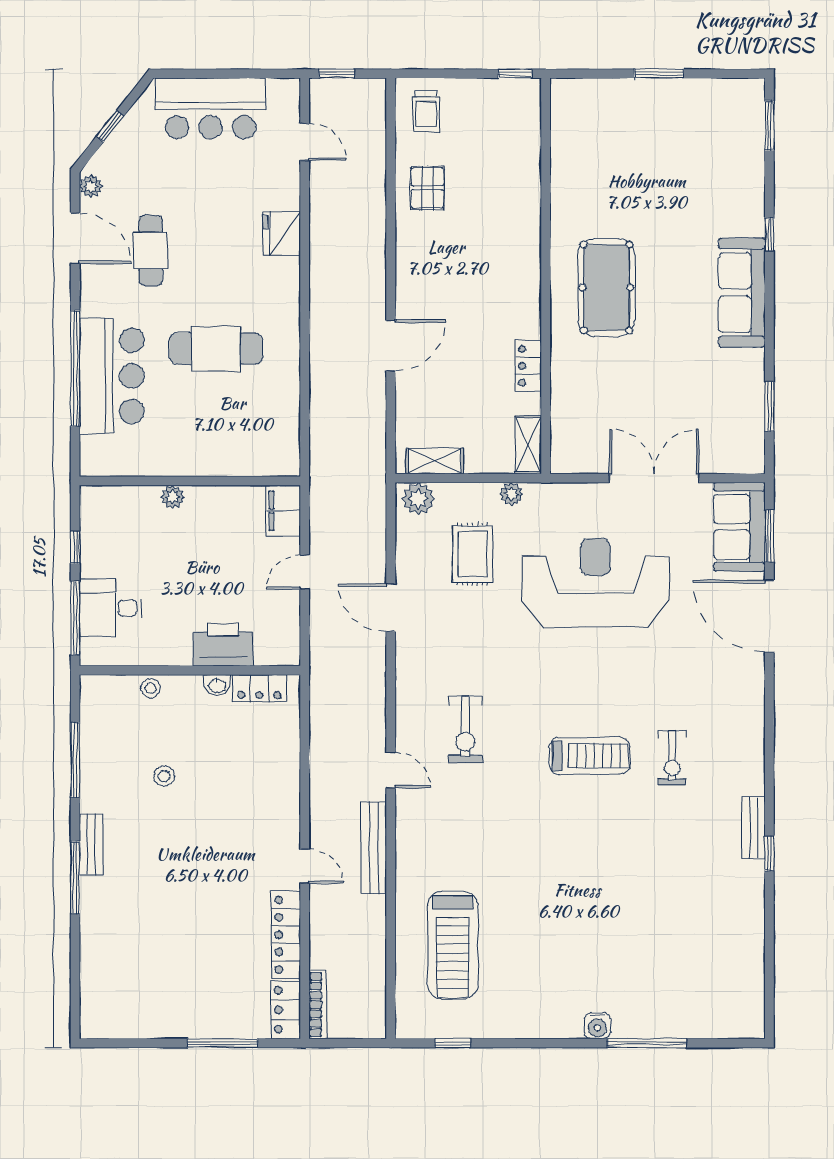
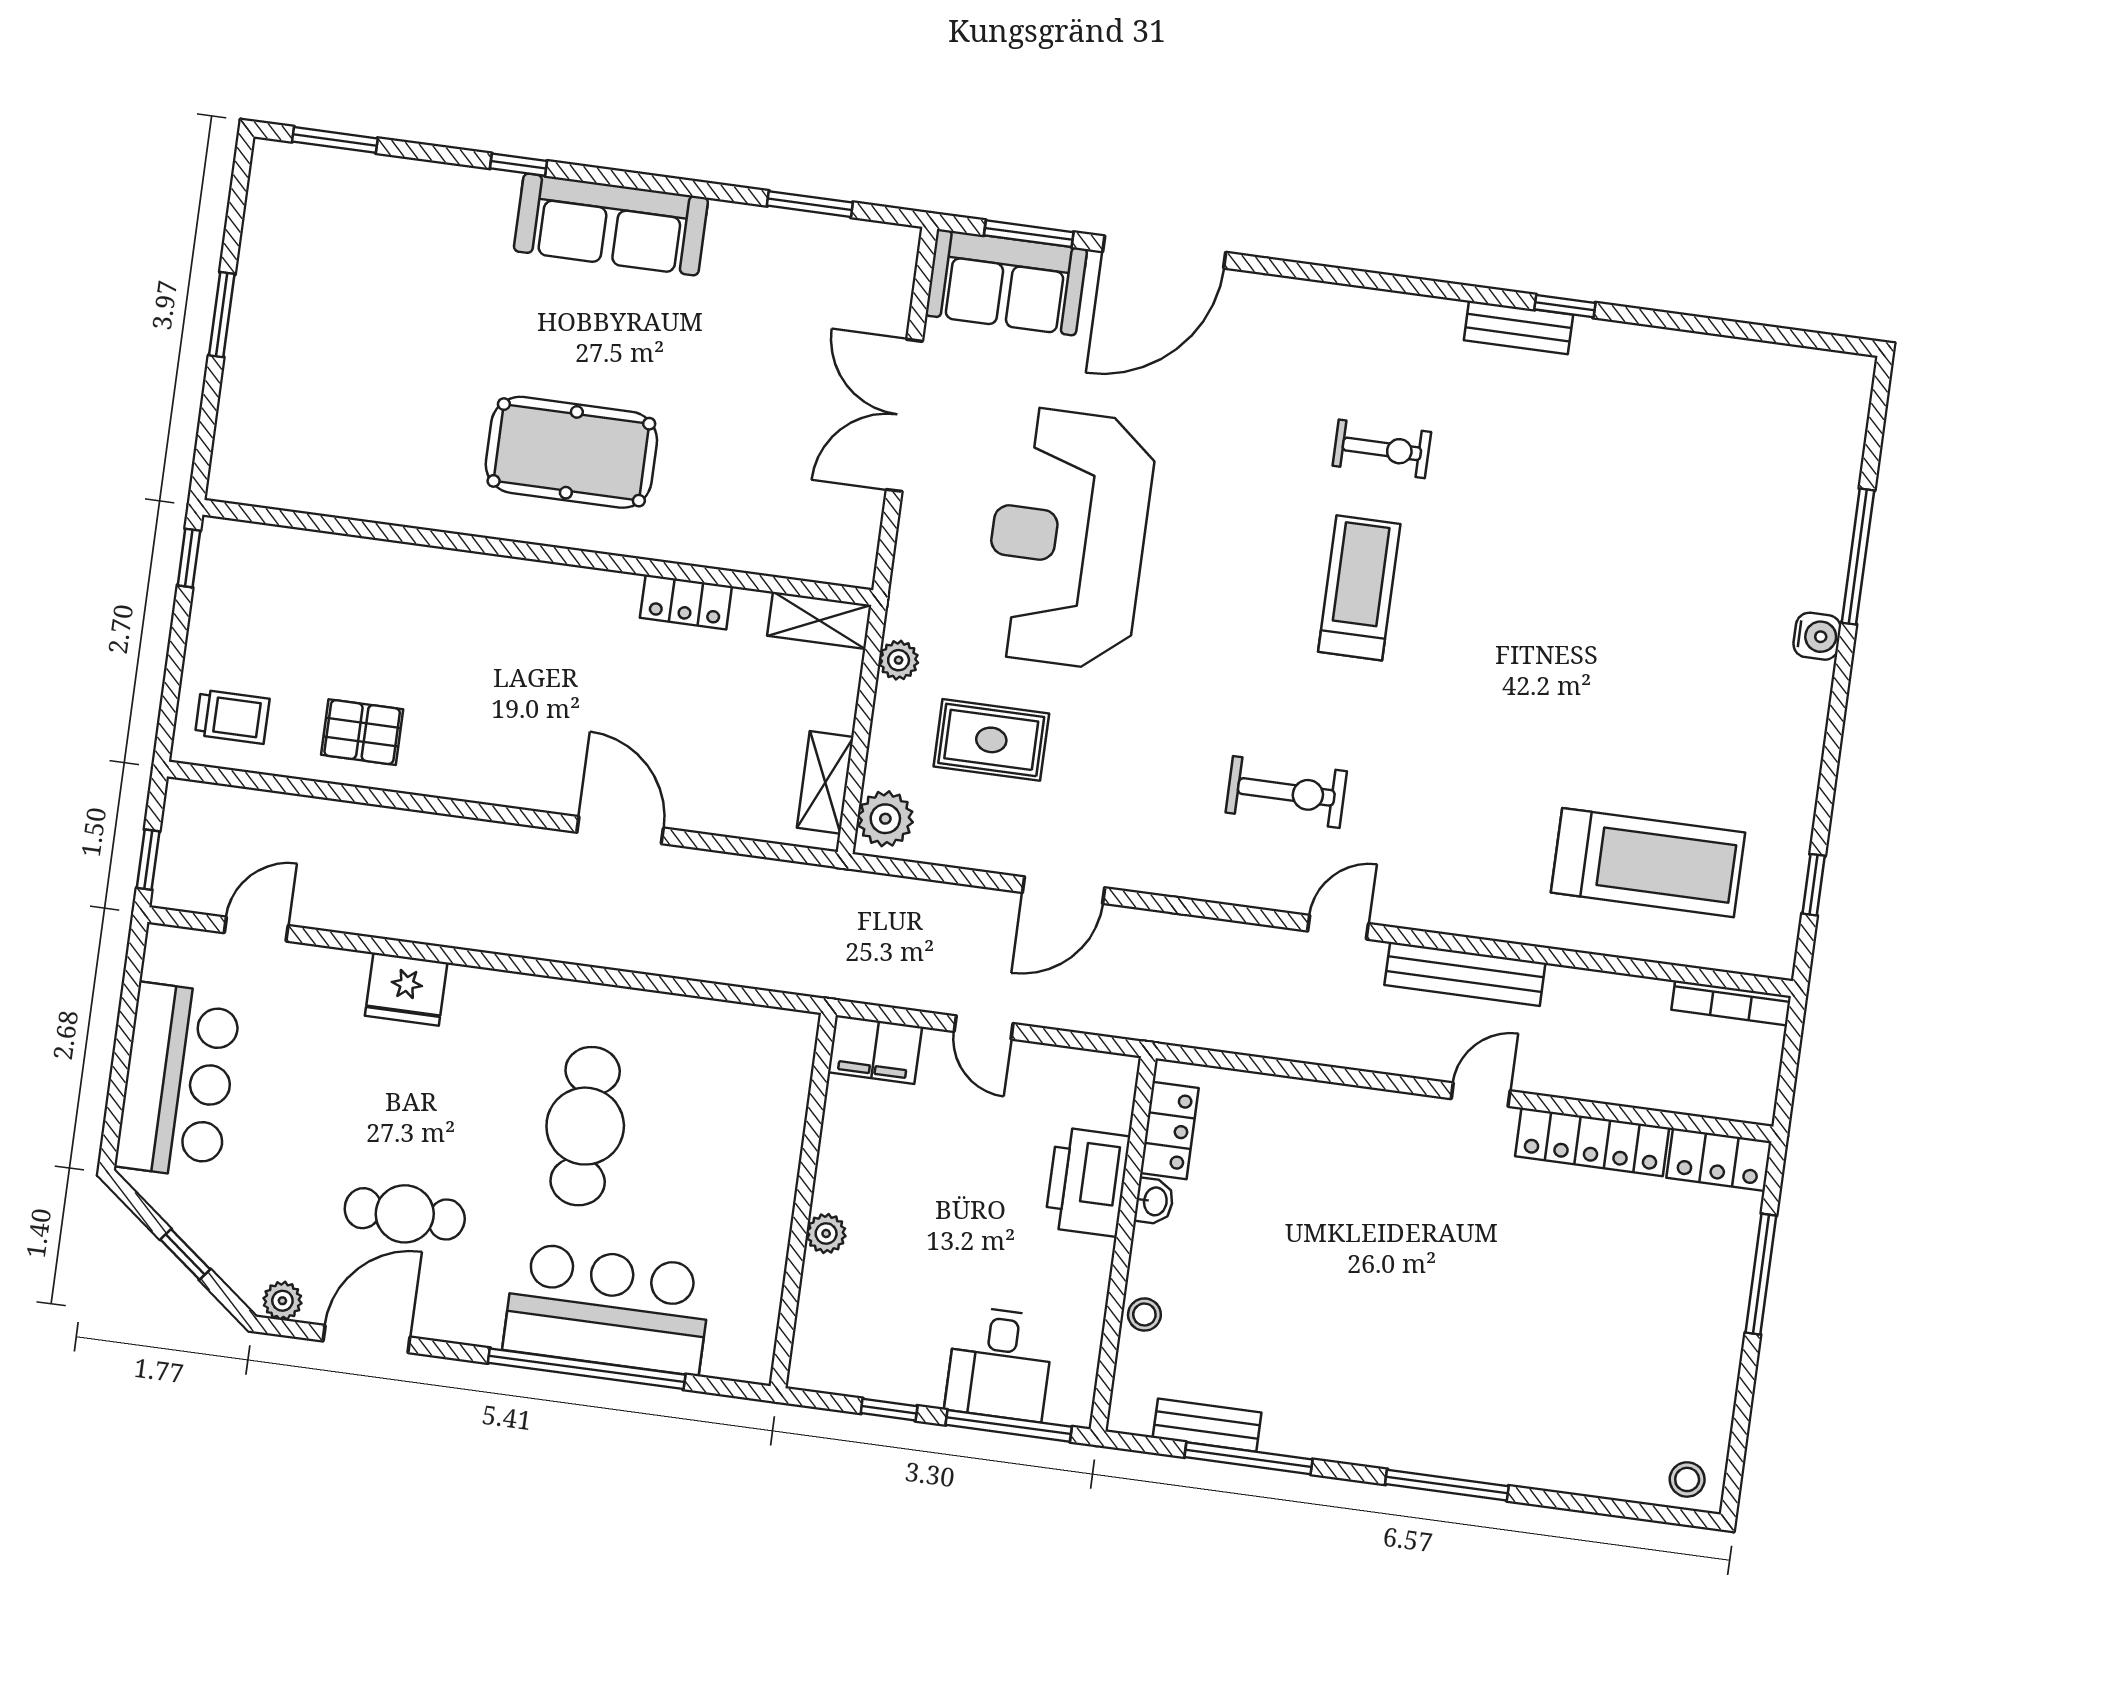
stool: (164, 776) -> (1687, 1479), moved
bench: (91, 844) -> (1207, 1425), moved
bookcase: (318, 1005) -> (1731, 1003), moved, turned 180

